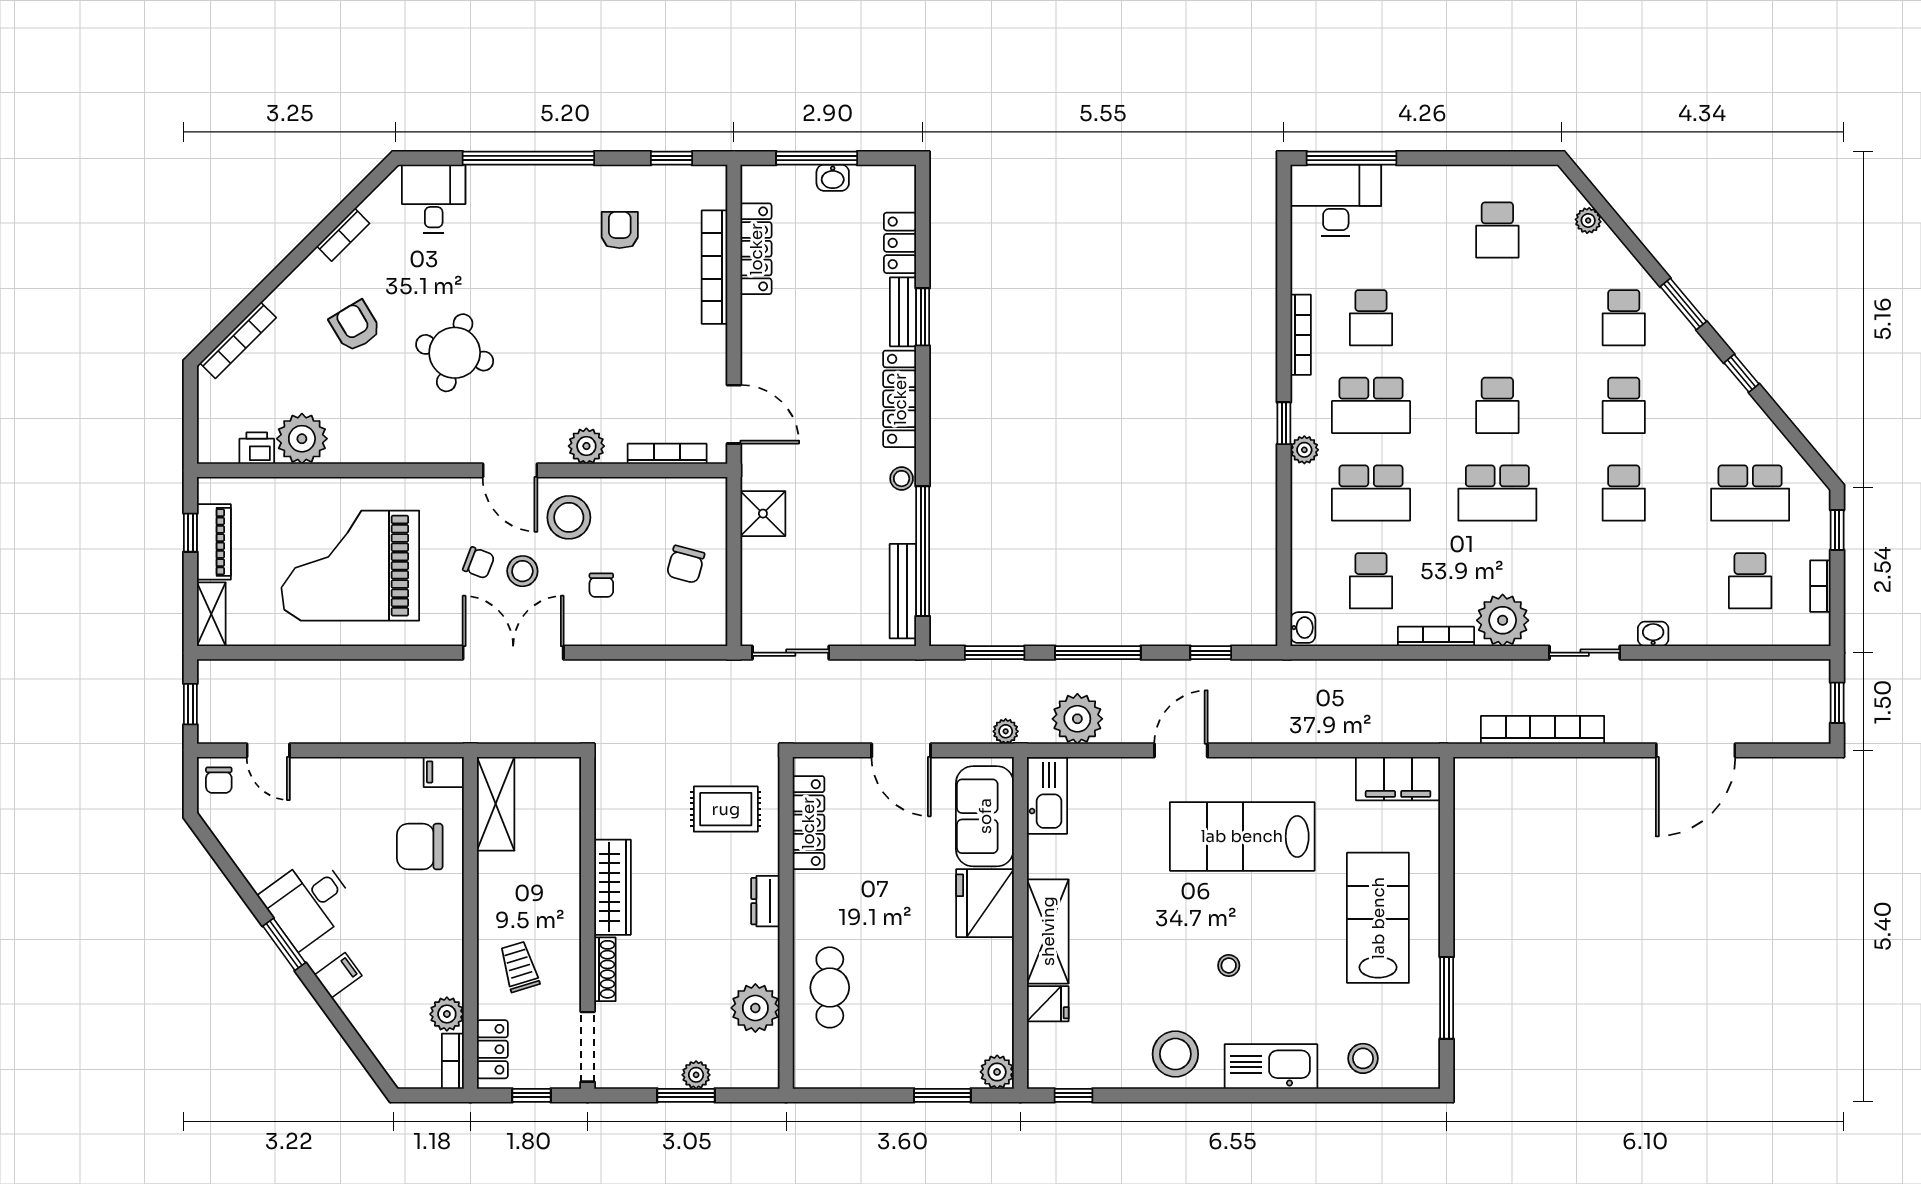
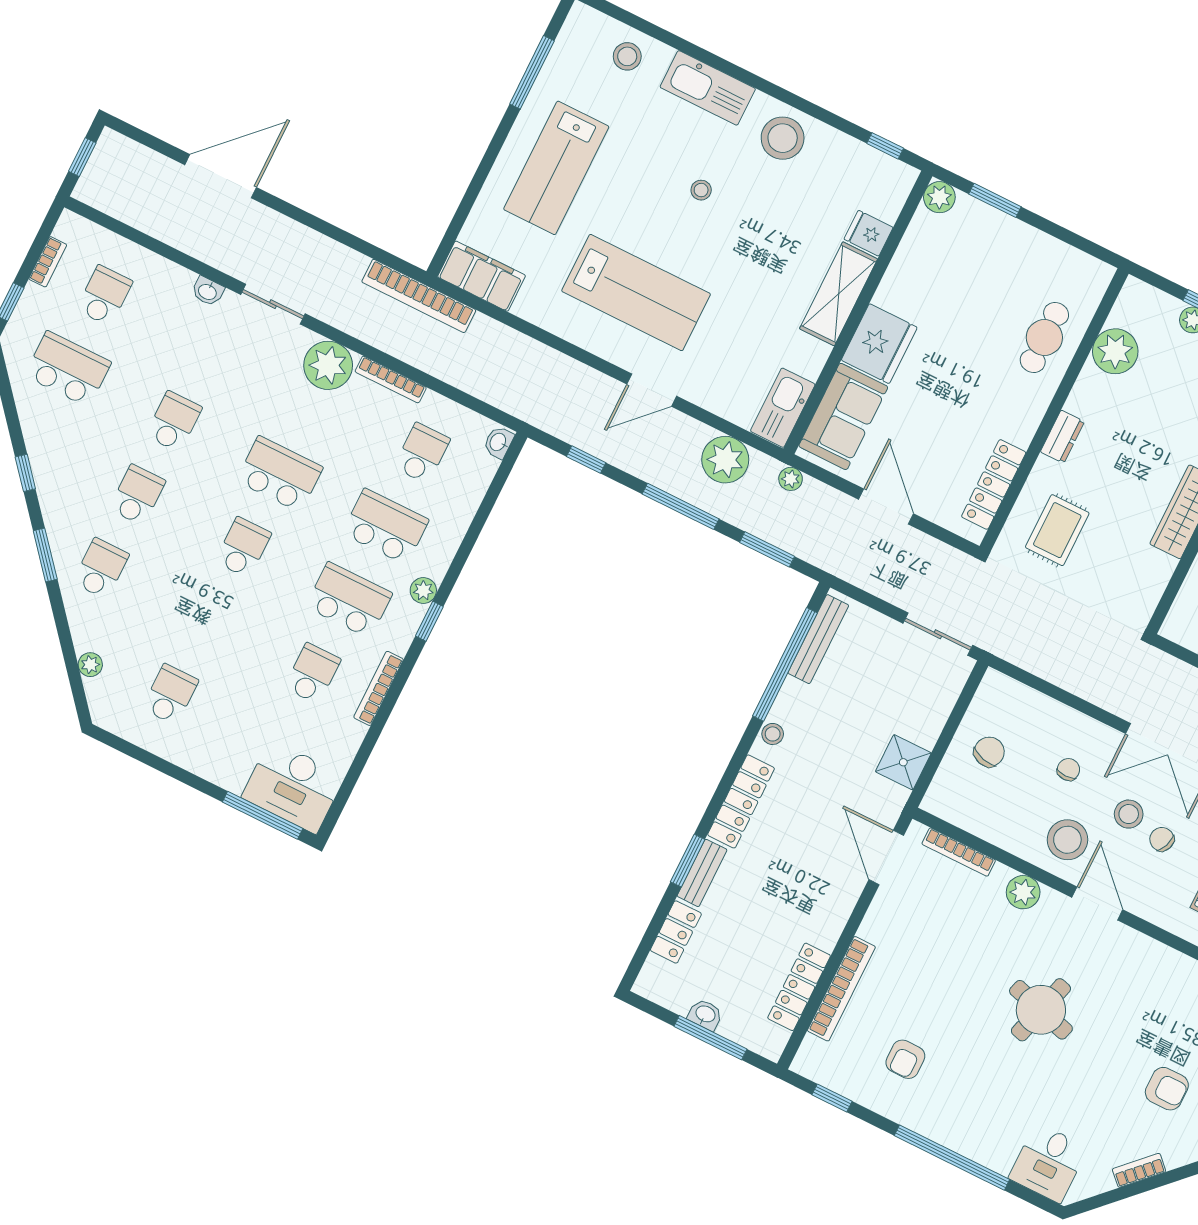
armchair: (355, 326) -> (1167, 1089), turned -59
round table: (455, 353) -> (1041, 1010), moved
bookcase: (1543, 730) -> (419, 296), moved
rug: (726, 809) -> (1057, 530), turned 90

